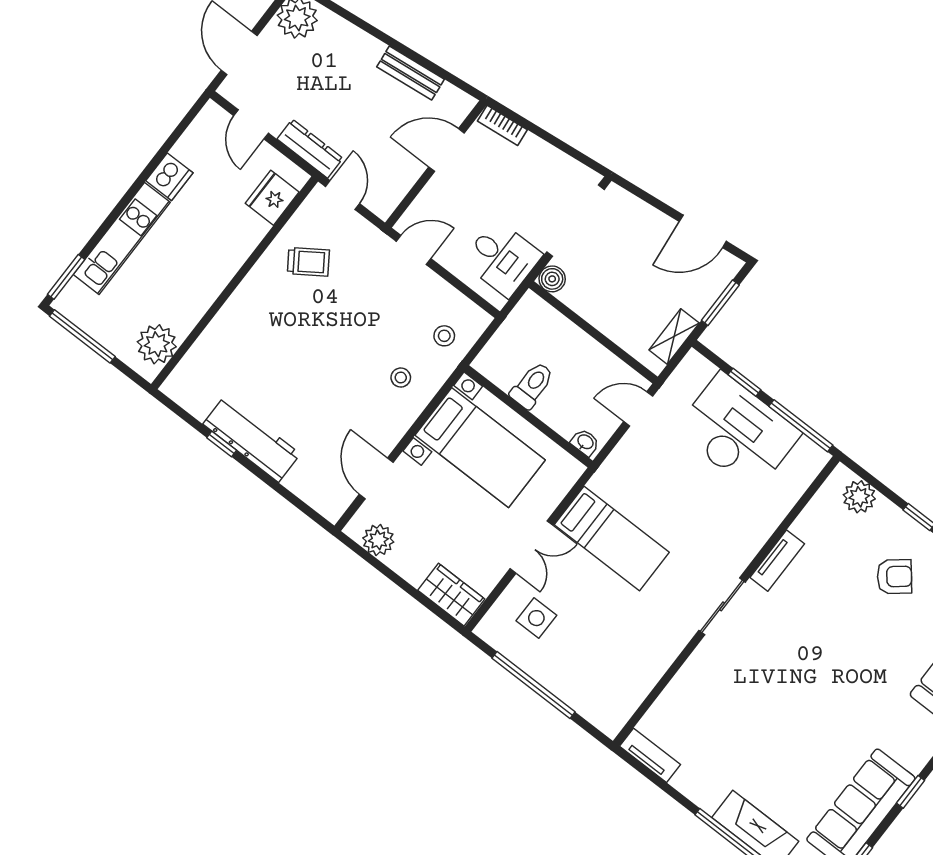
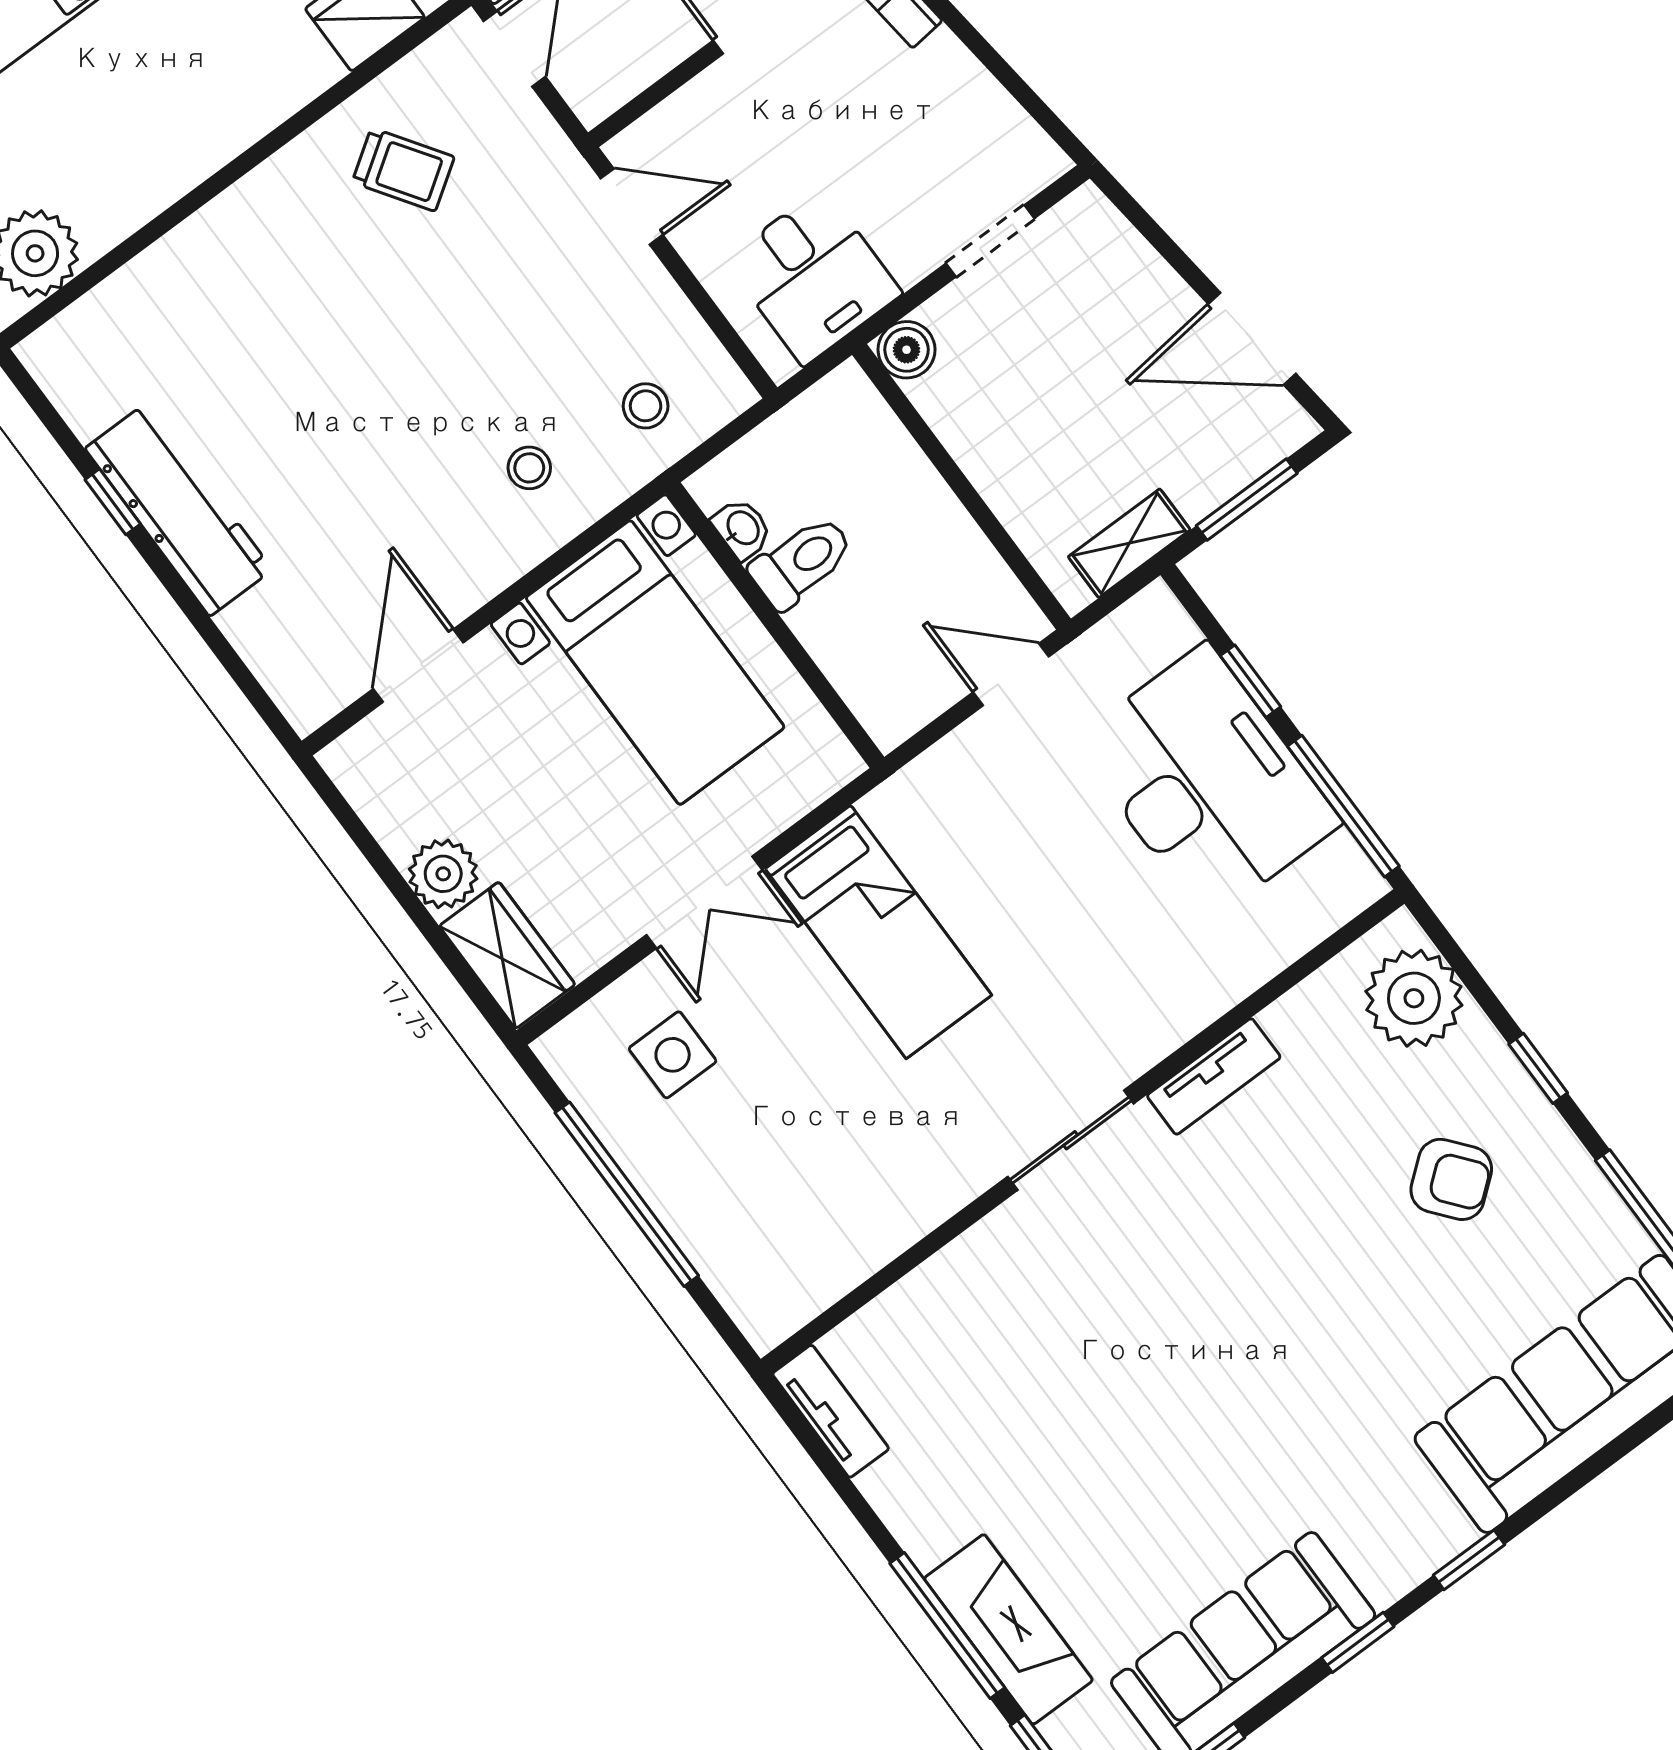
doorway: (575, 221) -> (990, 241), width x0.53
washbasin: (585, 442) -> (742, 529), moved
plant: (859, 497) -> (1414, 998), width x1.36, depth x1.36
plant: (378, 540) -> (443, 874), moved

